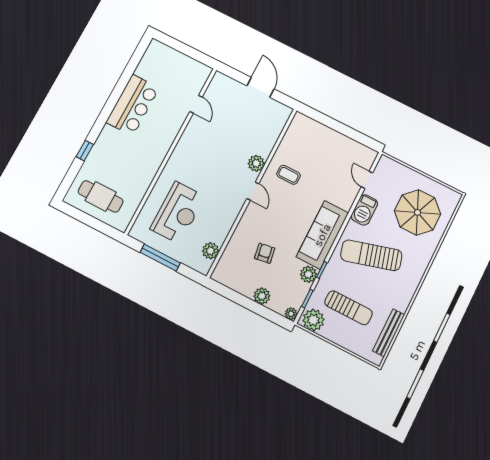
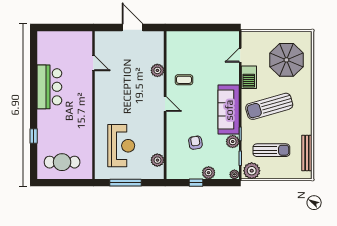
plant: (256, 163) -> (157, 70), moved
door: (367, 180) -> (240, 55), hinge flipped
window: (241, 300) -> (196, 183), added

